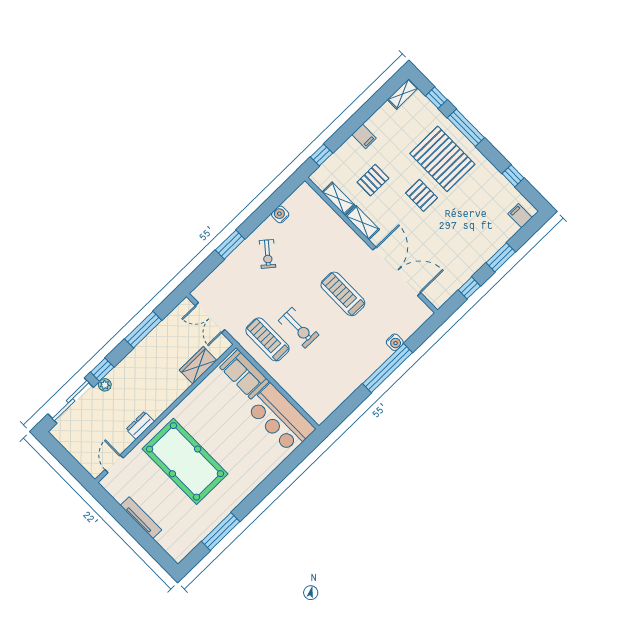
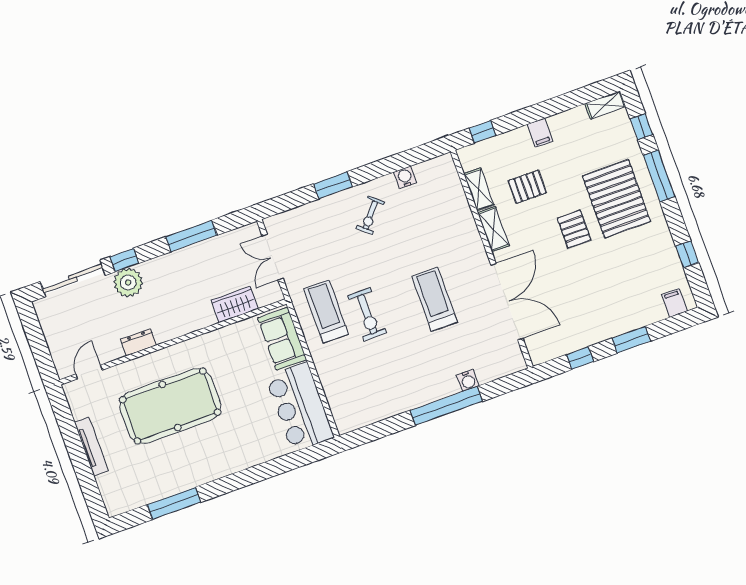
plant: (105, 385) -> (128, 282), width x1.88, depth x1.88
pool table: (185, 461) -> (170, 406), turned 90

